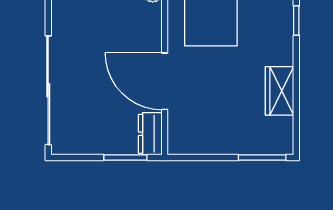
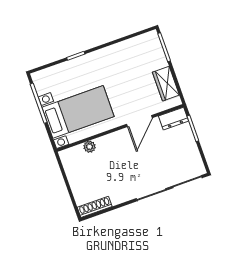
door: (165, 81) -> (139, 121), width x0.73
wardrobe: (280, 91) -> (166, 84), moved, turned 90

